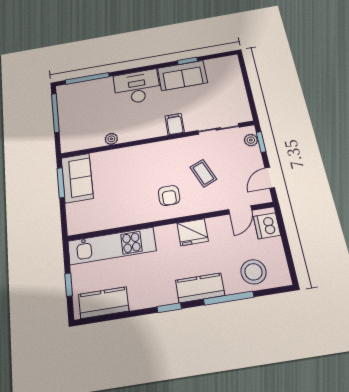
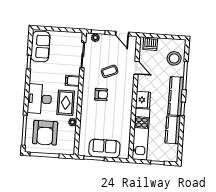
sofa: (182, 75) -> (40, 46), moved
armchair: (88, 106) -> (45, 133), added
rug: (139, 123) -> (66, 103), added
sofa: (77, 178) -> (104, 148), moved
armchair: (169, 195) -> (101, 95), moved
door: (240, 210) -> (137, 68), moved
fridge: (193, 232) -> (143, 100), moved
kitchen counter: (200, 288) -> (176, 96), width x1.50
kitchen counter: (104, 303) -> (173, 130), moved

